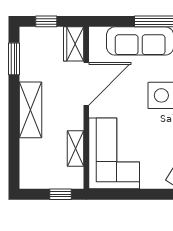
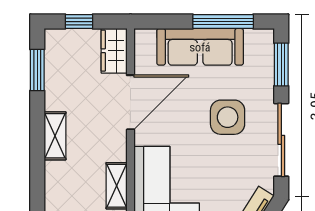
shelving: (31, 110) -> (55, 136), width x0.67, depth x0.75

